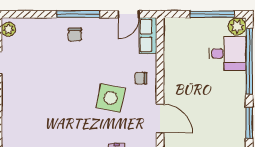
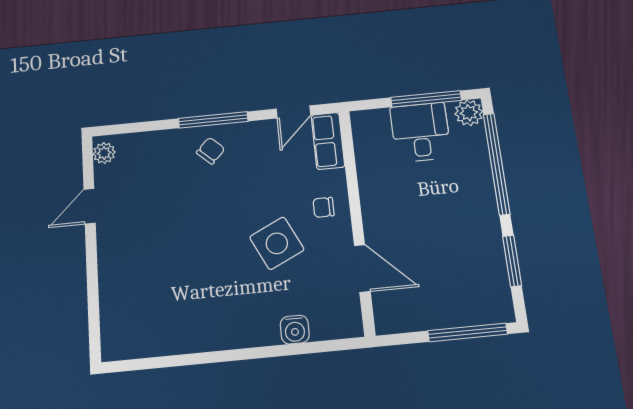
chair: (75, 35) -> (211, 151), turned -136
desk: (227, 54) -> (421, 132), moved, turned -90
side table: (111, 98) -> (277, 243), turned -38

